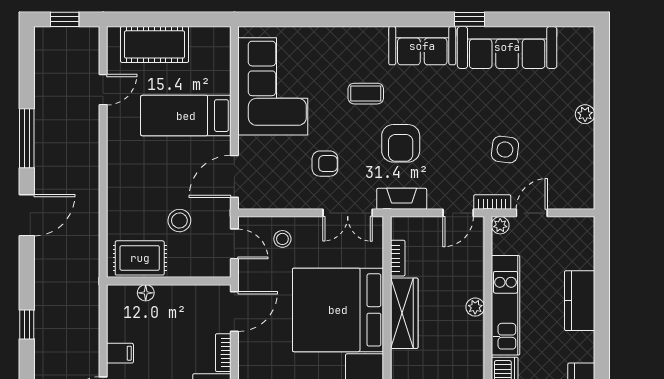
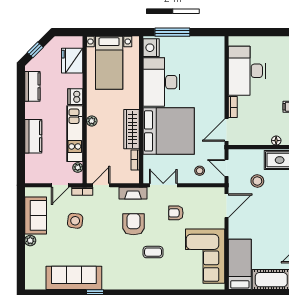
sofa: (422, 46) -> (36, 215), moved, turned 90
bed: (186, 116) -> (240, 264), moved, turned -90
plant: (500, 225) -> (78, 168), moved
plant: (475, 307) -> (92, 121), moved

